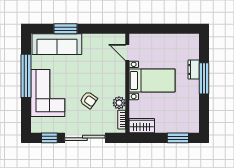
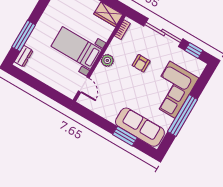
dresser: (194, 70) -> (24, 56), moved
window: (204, 78) -> (24, 36), moved
armchair: (89, 100) -> (141, 63), turned -125
plant: (119, 103) -> (107, 60), moved

